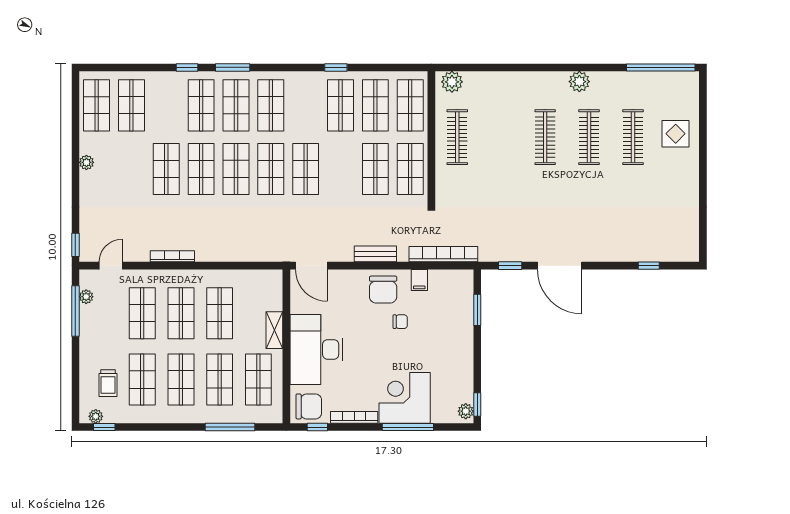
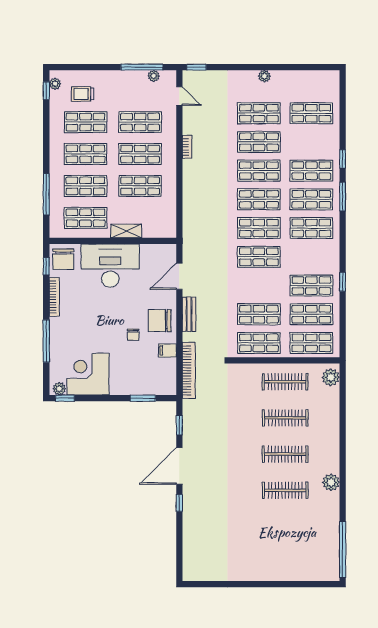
shop shelf: (97, 105) -> (259, 113), moved
display table: (676, 134) -> (288, 562), removed
clothes rail: (633, 137) -> (285, 418), moved
bookcase: (172, 256) -> (187, 147), width x0.64
door: (311, 266) -> (179, 276), moved
window: (649, 266) -> (179, 503), moved
corner desk: (405, 398) -> (88, 374), moved, turned -90

